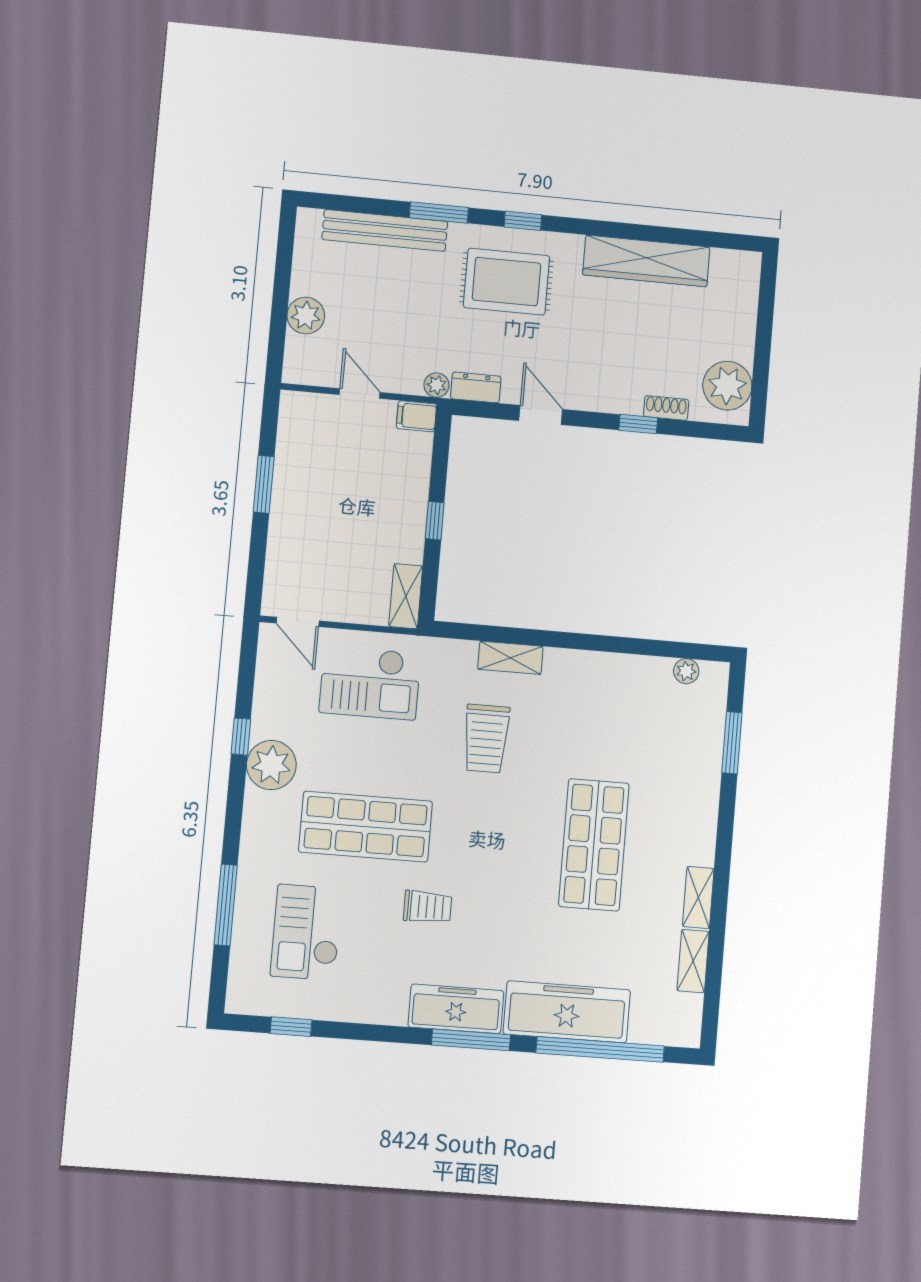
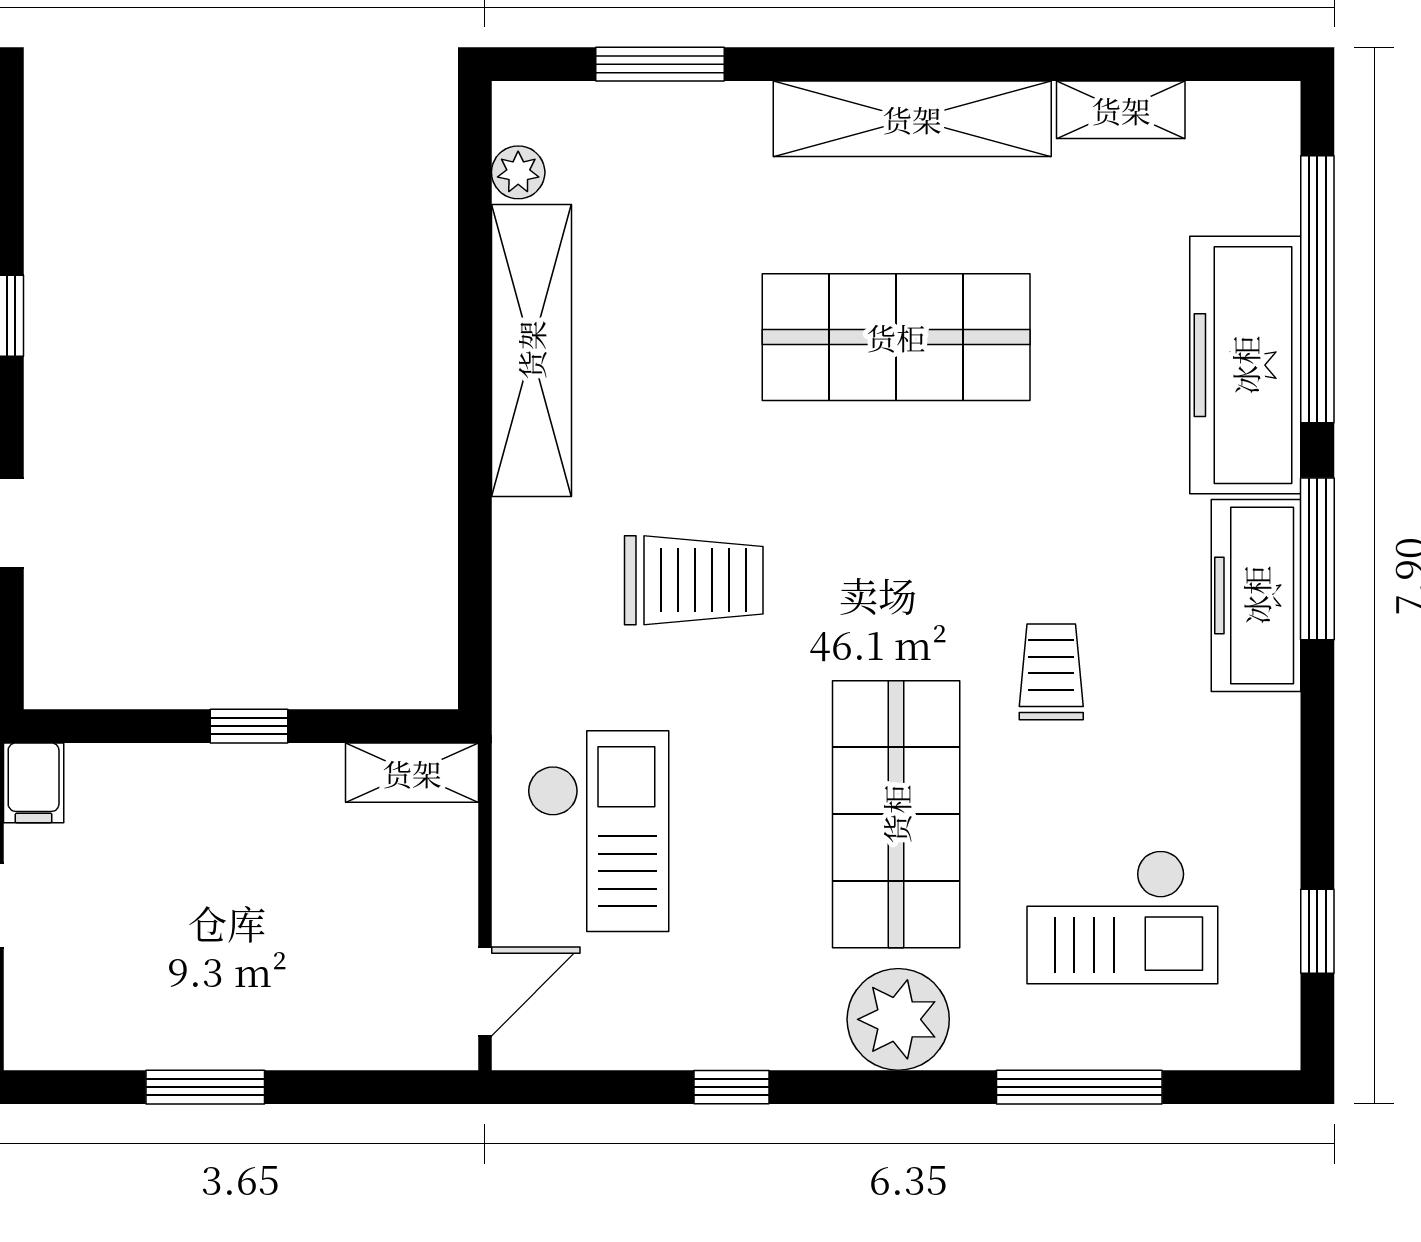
shelving: (510, 658) -> (531, 350), moved, width x2.20, depth x1.33
plant: (271, 765) -> (898, 1019), moved
shelving: (698, 897) -> (912, 119), width x2.20, depth x1.33

